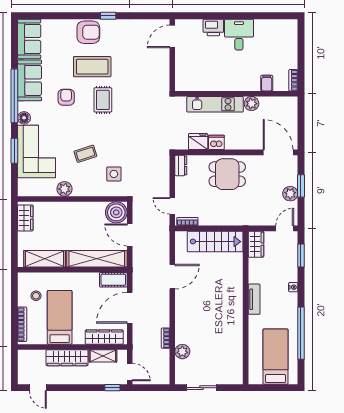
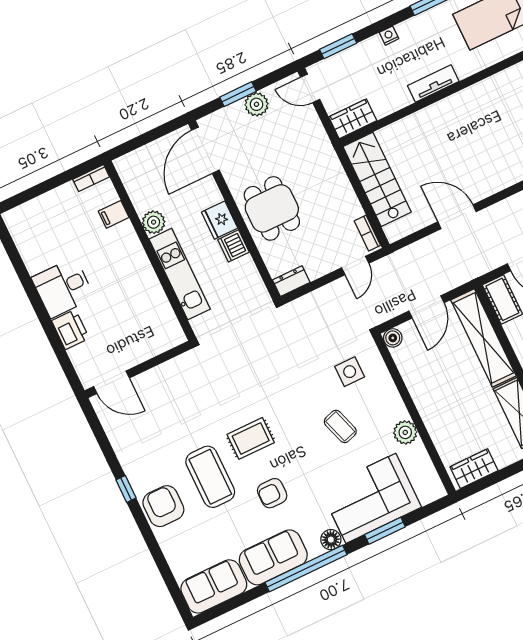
fridge: (198, 142) -> (220, 220), moved
boiler: (116, 212) -> (393, 338), width x0.54, depth x0.54

